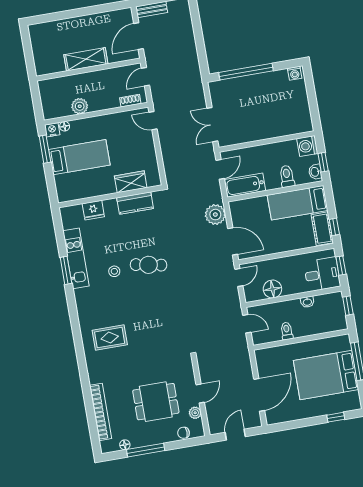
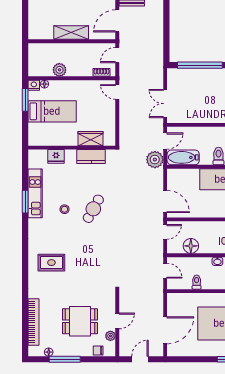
plant: (215, 215) -> (155, 160), moved
cafe table: (149, 265) -> (93, 209), turned -72

